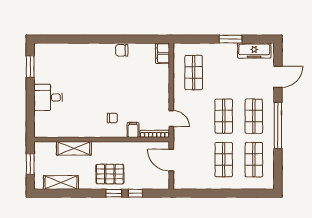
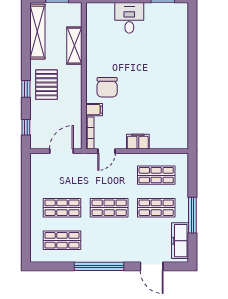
window: (231, 39) -> (192, 215), width x1.44
chair: (122, 50) -> (180, 97), removed
filing cabinet: (163, 53) -> (138, 142), moved
shop shelf: (254, 116) -> (156, 208), moved
chair: (112, 118) -> (107, 87), width x1.87, depth x1.87
shelving: (61, 183) -> (37, 32), width x1.47
window: (135, 193) -> (26, 127), moved

